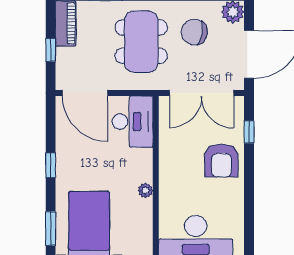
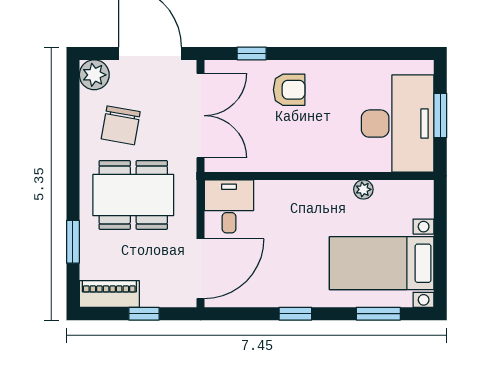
desk: (133, 122) -> (229, 206), width x0.73
armchair: (221, 161) -> (289, 90), width x0.72, depth x0.72
plant: (145, 191) -> (363, 189), moved

